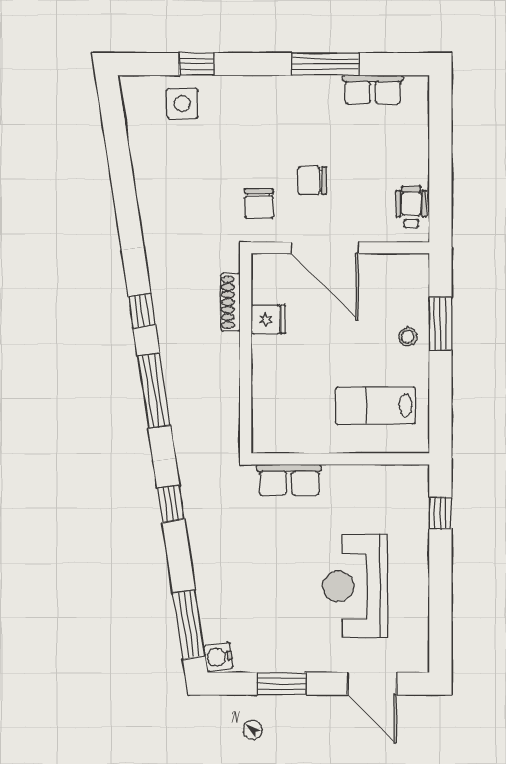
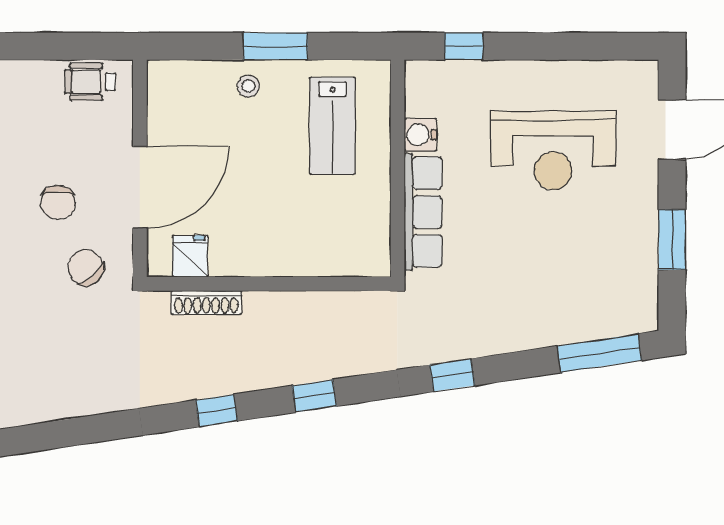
chair: (259, 203) -> (86, 268), turned -131
fridge: (268, 319) -> (190, 256), moved
window: (440, 324) -> (275, 46), moved
window: (154, 391) -> (314, 396), width x0.46
row of seats: (289, 480) -> (423, 212), width x1.48
water cooler: (218, 657) -> (420, 135), moved, turned 99

